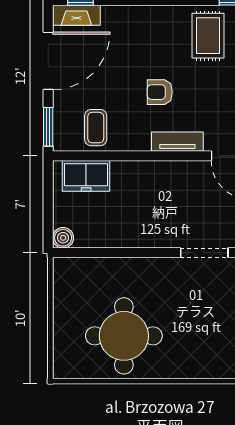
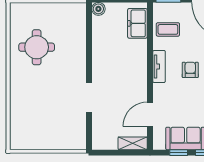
tv unit: (177, 142) -> (159, 66), moved
round table: (124, 336) -> (37, 47), width x0.73, depth x0.73

